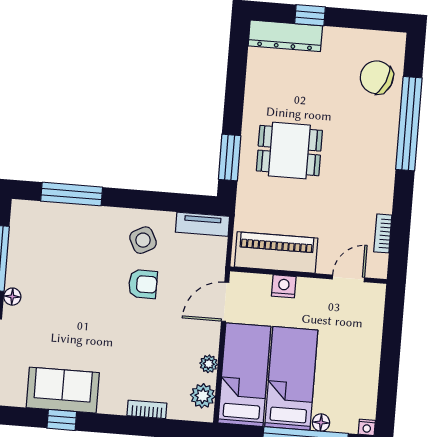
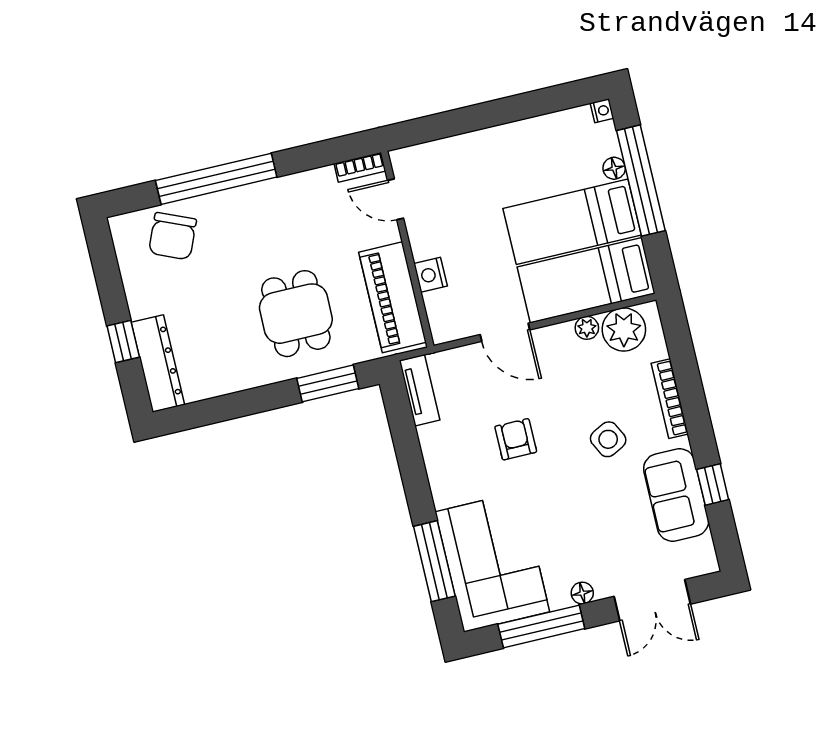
corner sofa: (57, 237) -> (492, 562), added
side table: (143, 240) -> (608, 439), moved
piano: (276, 253) -> (392, 297), moved
wall: (308, 275) -> (407, 249), moved
door: (348, 278) -> (396, 199), moved
nightstand: (284, 286) -> (431, 275), moved
plant: (203, 396) -> (624, 329), width x1.36, depth x1.36
bookcase: (147, 409) -> (670, 399), width x1.56

